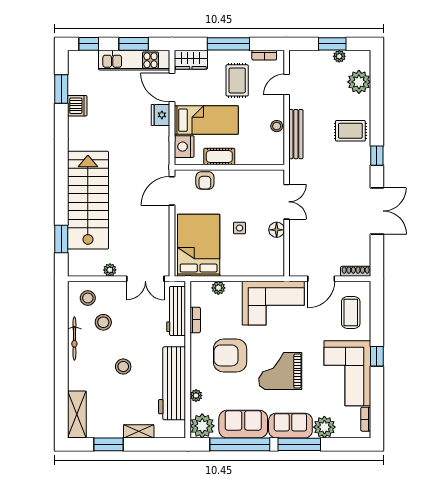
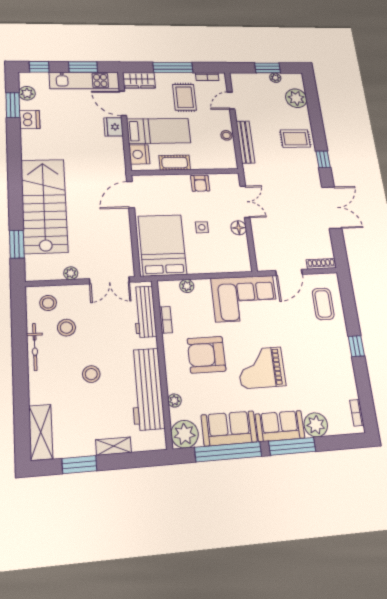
plant: (76, 75) -> (27, 93), added
armchair: (205, 180) -> (200, 183), moved
corner sofa: (347, 373) -> (330, 366), removed

